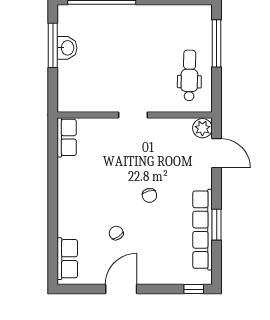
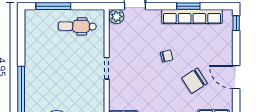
chair: (116, 233) -> (195, 81), width x1.87, depth x1.87

